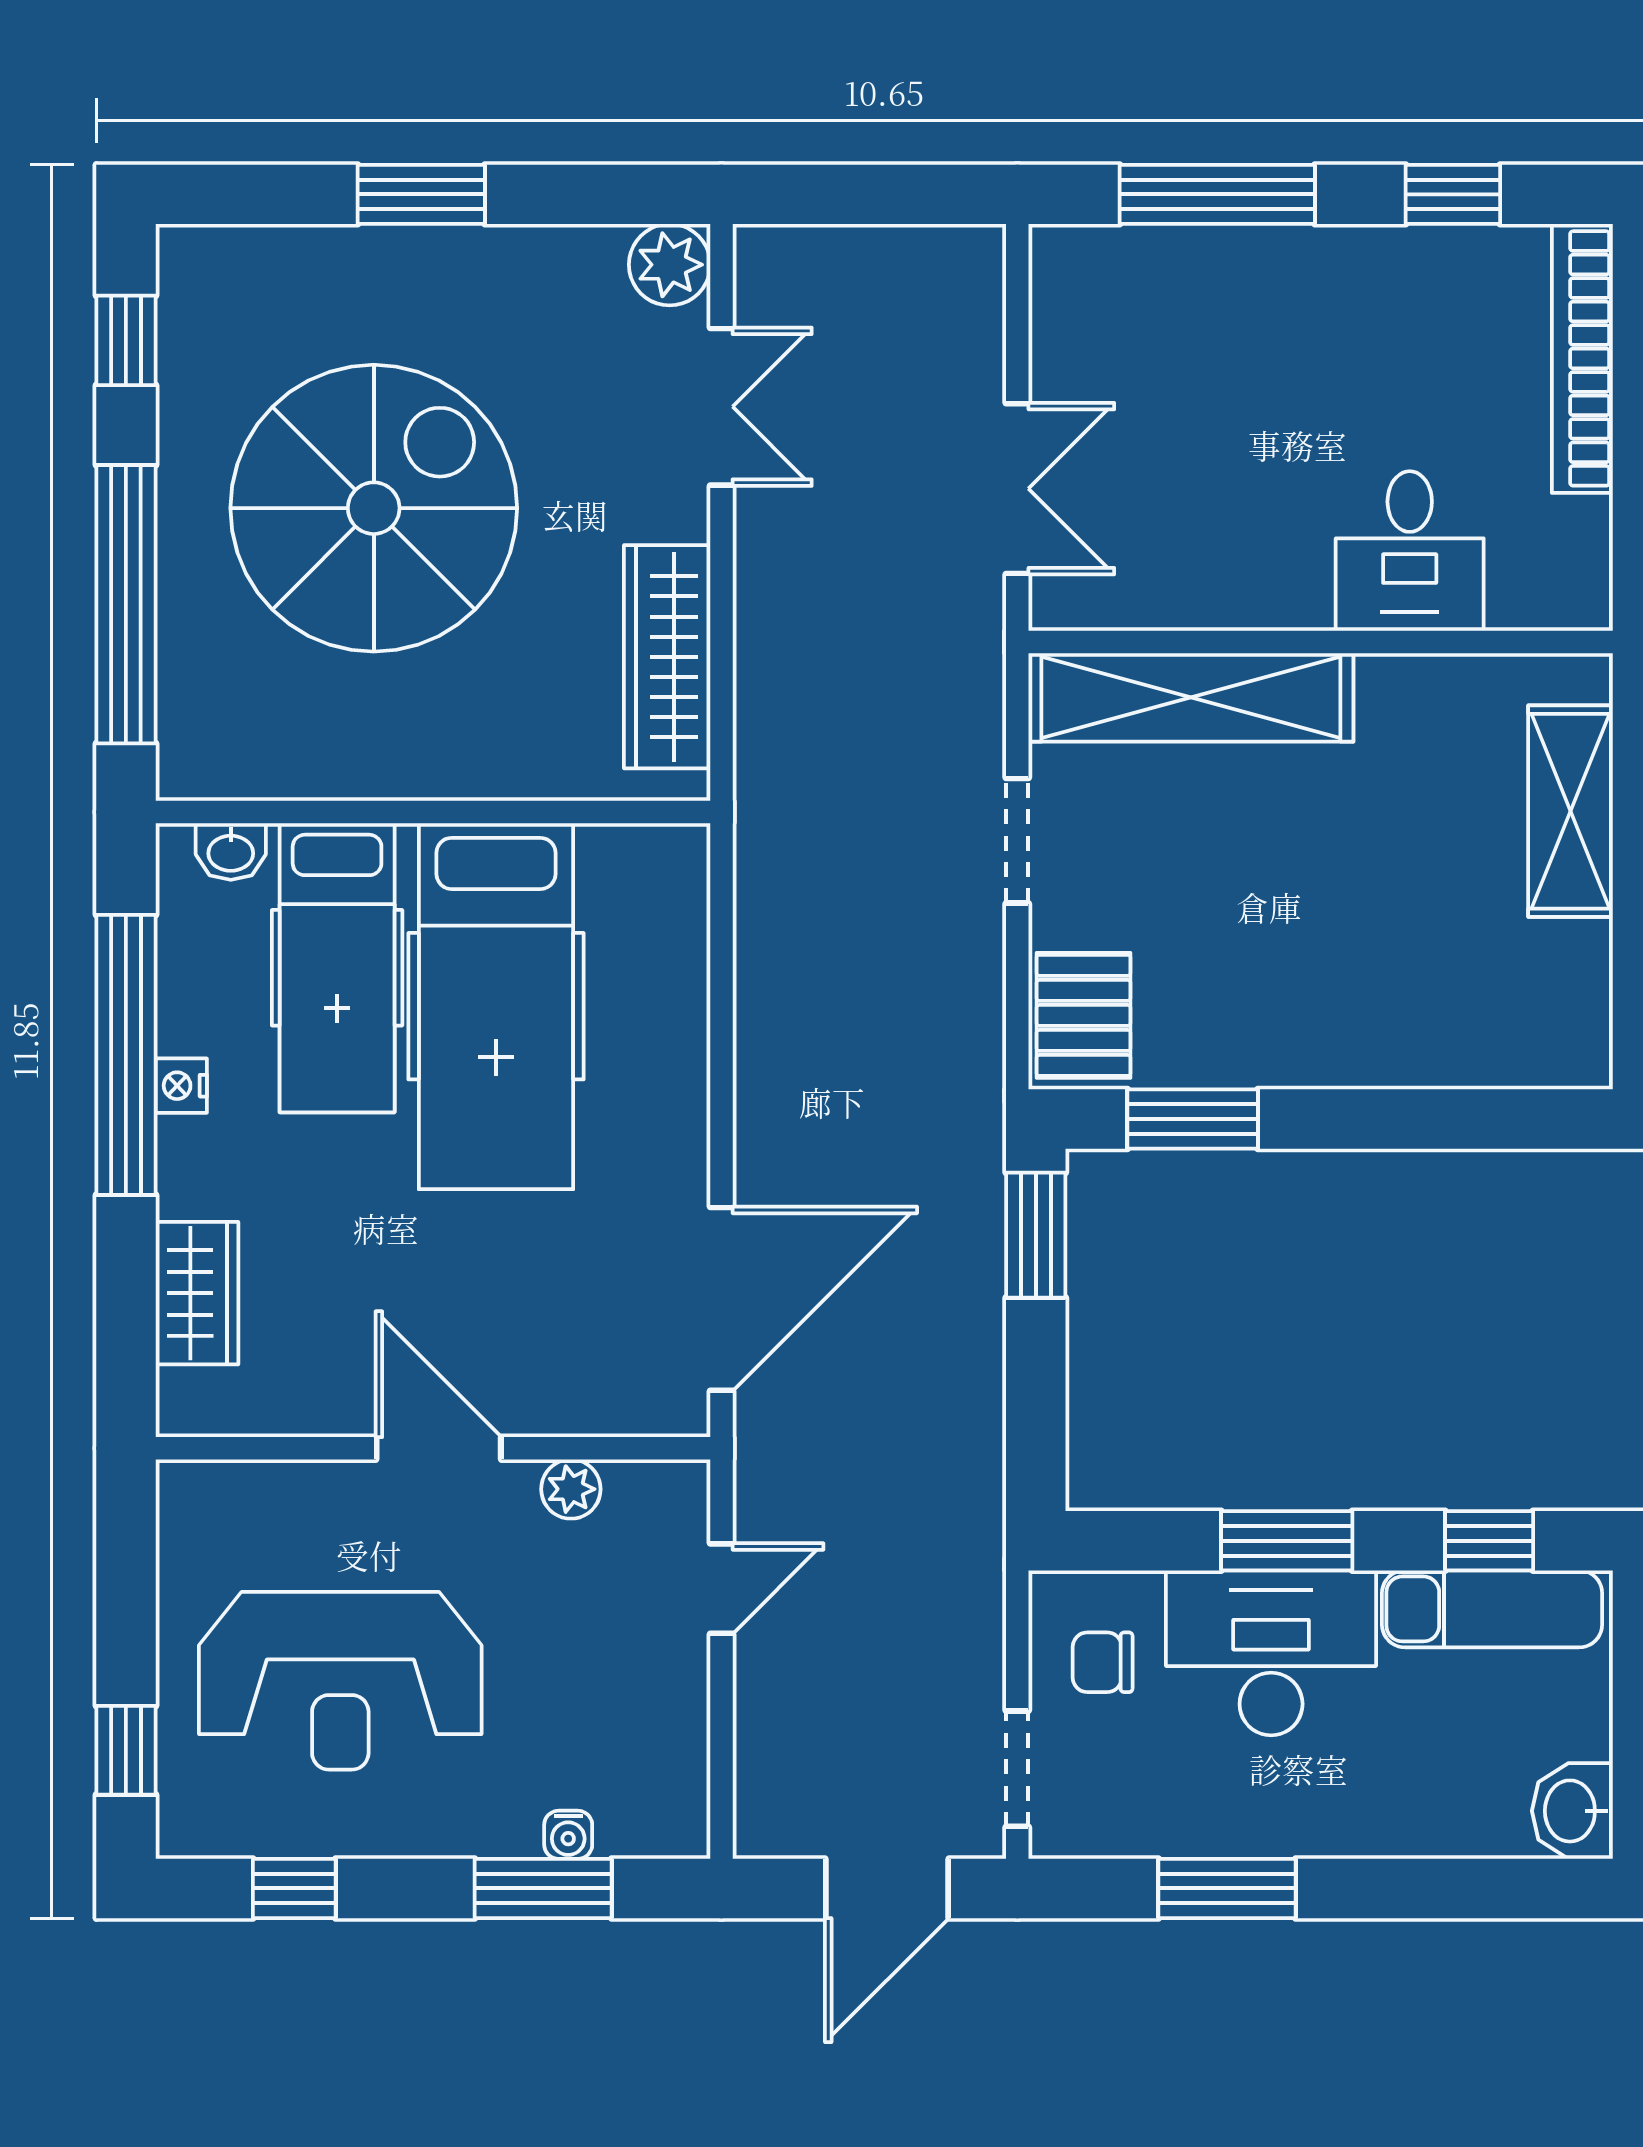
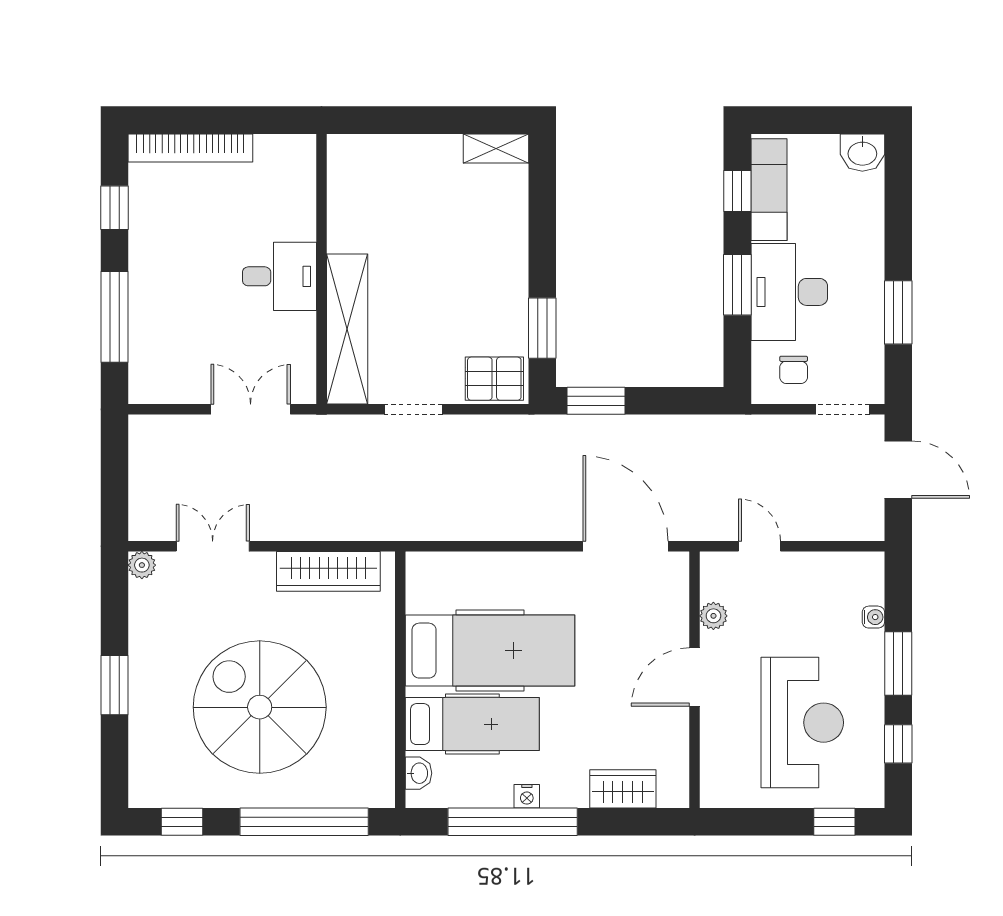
plant: (670, 265) -> (142, 565), width x0.73, depth x0.73
desk: (1410, 551) -> (279, 276), moved
shelving: (1570, 811) -> (496, 148), moved, width x0.67, depth x0.75
window: (543, 1888) -> (898, 664), moved

